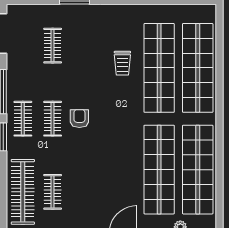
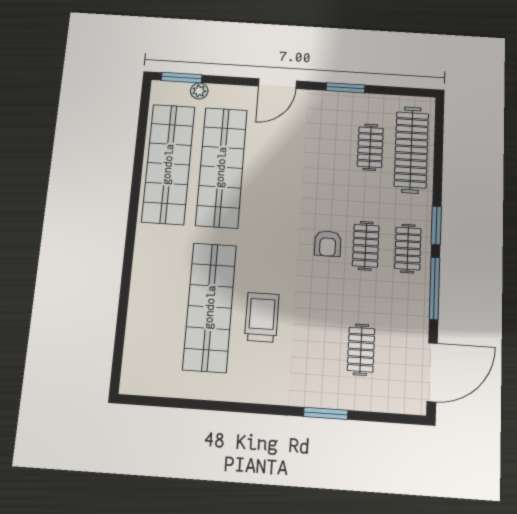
trolley: (122, 63) -> (262, 317), width x1.36, depth x1.39
shop shelf: (198, 68) -> (155, 303), removed

